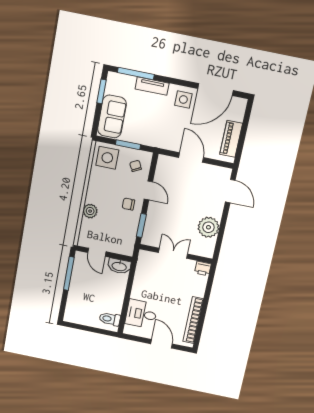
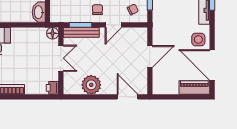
piano: (231, 139) -> (194, 88), moved
door: (230, 191) -> (128, 97), swing flipped
bench: (150, 226) -> (81, 32), added
floor lamp: (144, 256) -> (53, 33), added

